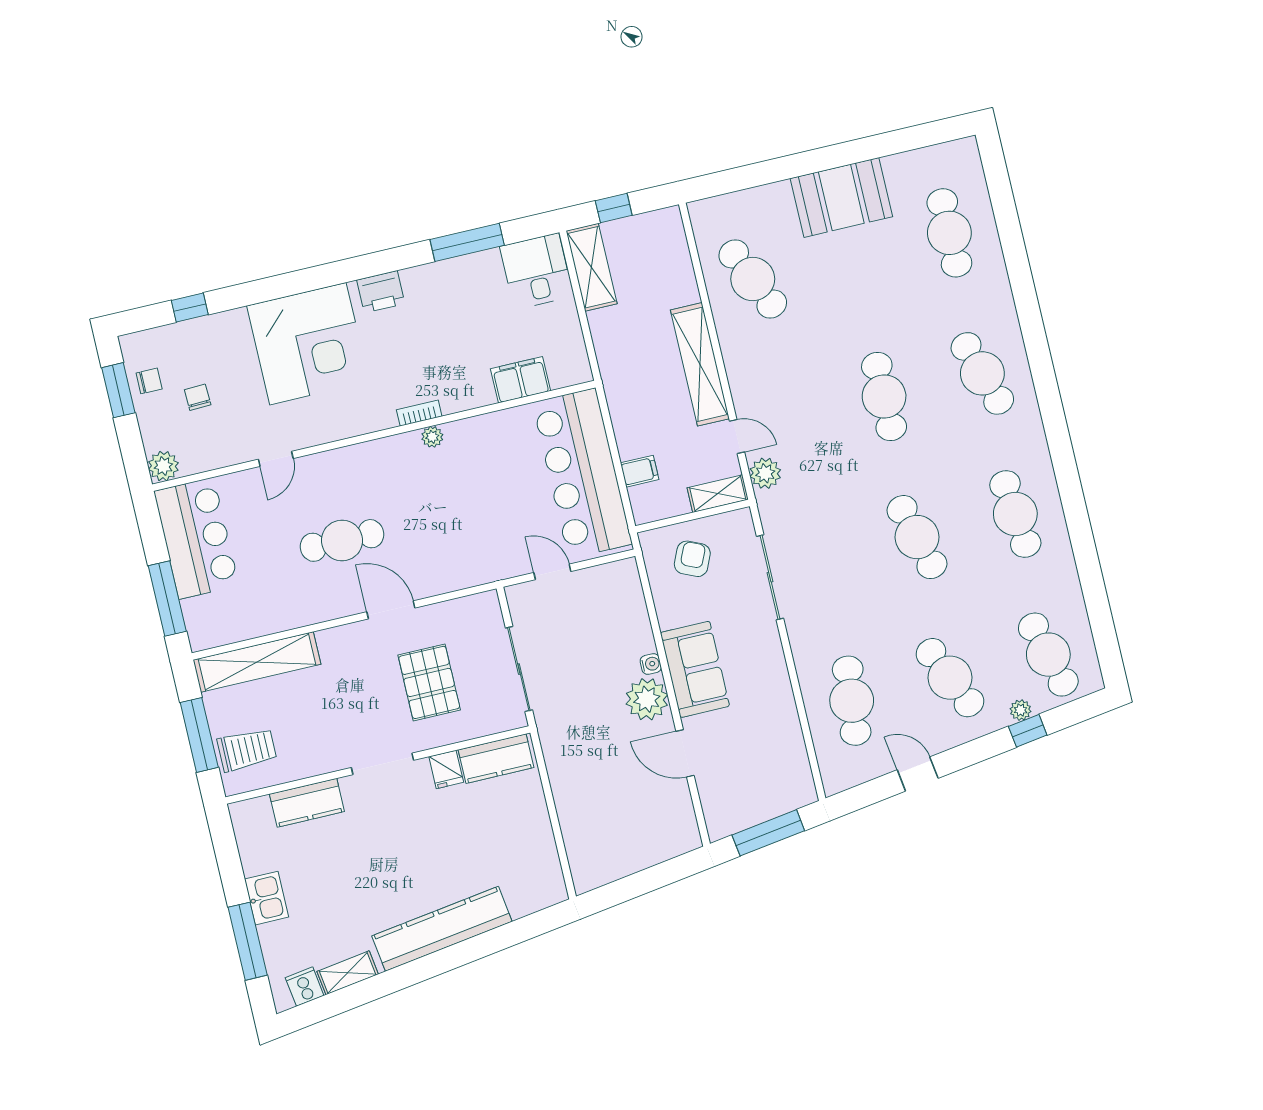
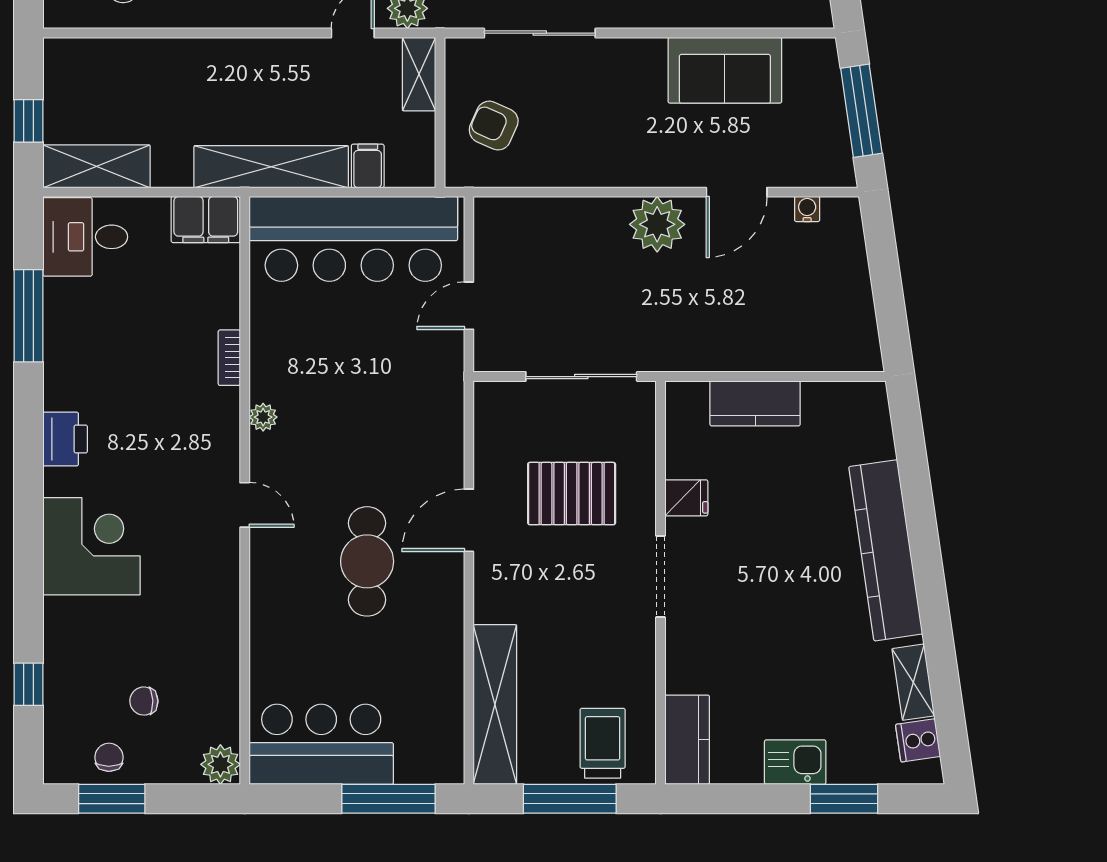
corner desk: (308, 344) -> (92, 546), width x0.74, depth x0.74
shelving: (700, 364) -> (271, 167), moved
filing cabinet: (521, 380) -> (206, 220), moved, turned -90
bookcase: (419, 413) -> (229, 358), moved
door: (276, 459) -> (245, 505), moved
water cooler: (651, 664) -> (807, 209), moved
sofa: (695, 669) -> (725, 70), moved, turned 180
kitchen counter: (496, 759) -> (755, 403), moved, turned 90
kitchen counter: (307, 803) -> (687, 740), moved
window: (248, 941) -> (844, 799), width x0.69

